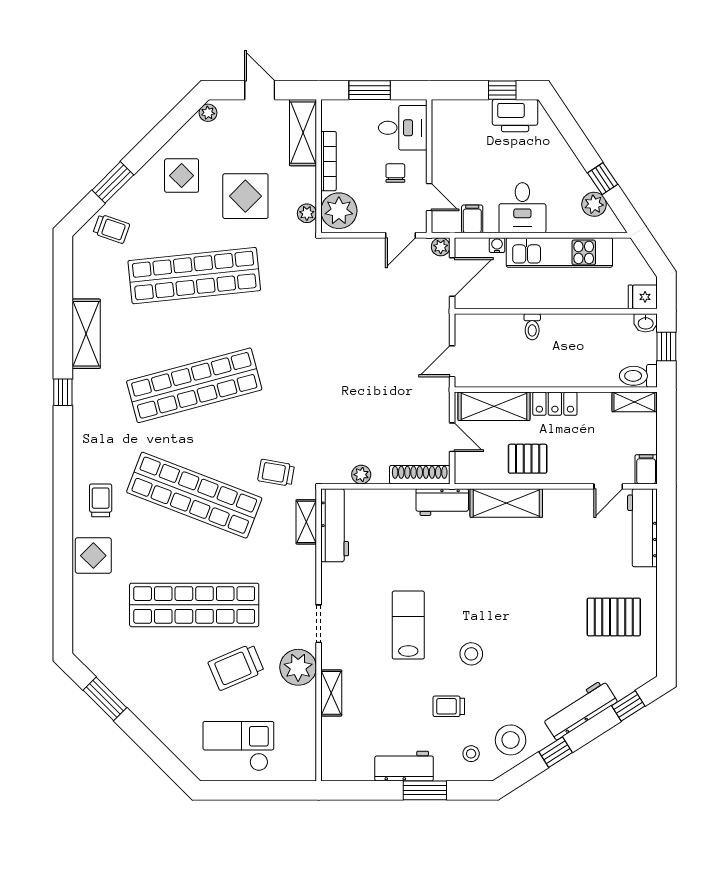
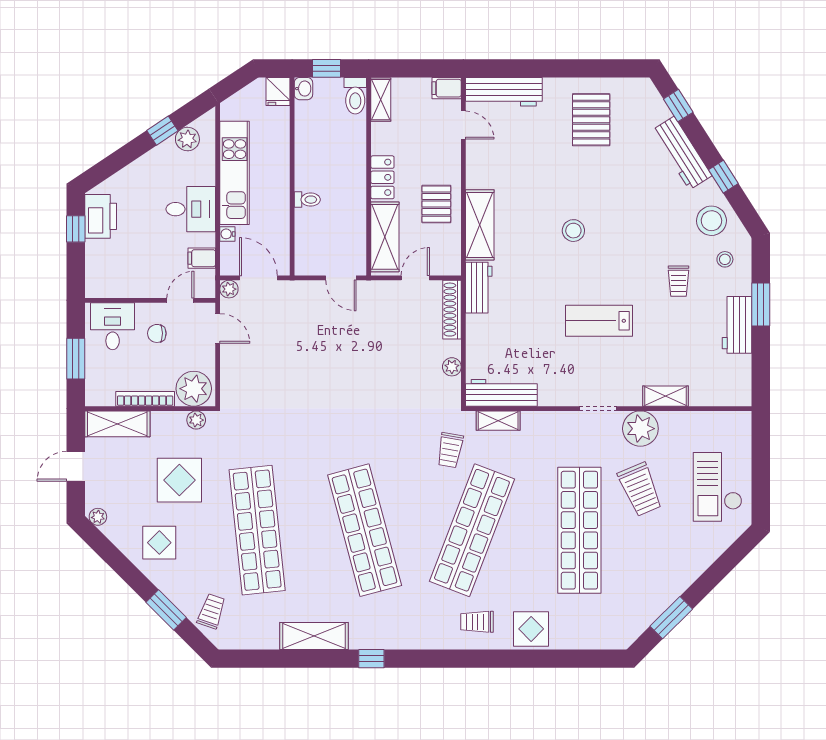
stool: (471, 654) -> (573, 231), moved

